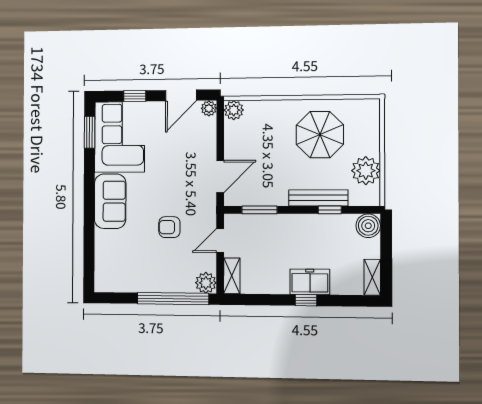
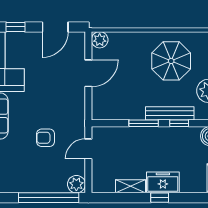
plant: (209, 108) -> (79, 38), removed
door: (220, 177) -> (88, 73), moved
window: (259, 210) -> (144, 123), moved
shelving: (232, 276) -> (130, 186), moved, turned 90

